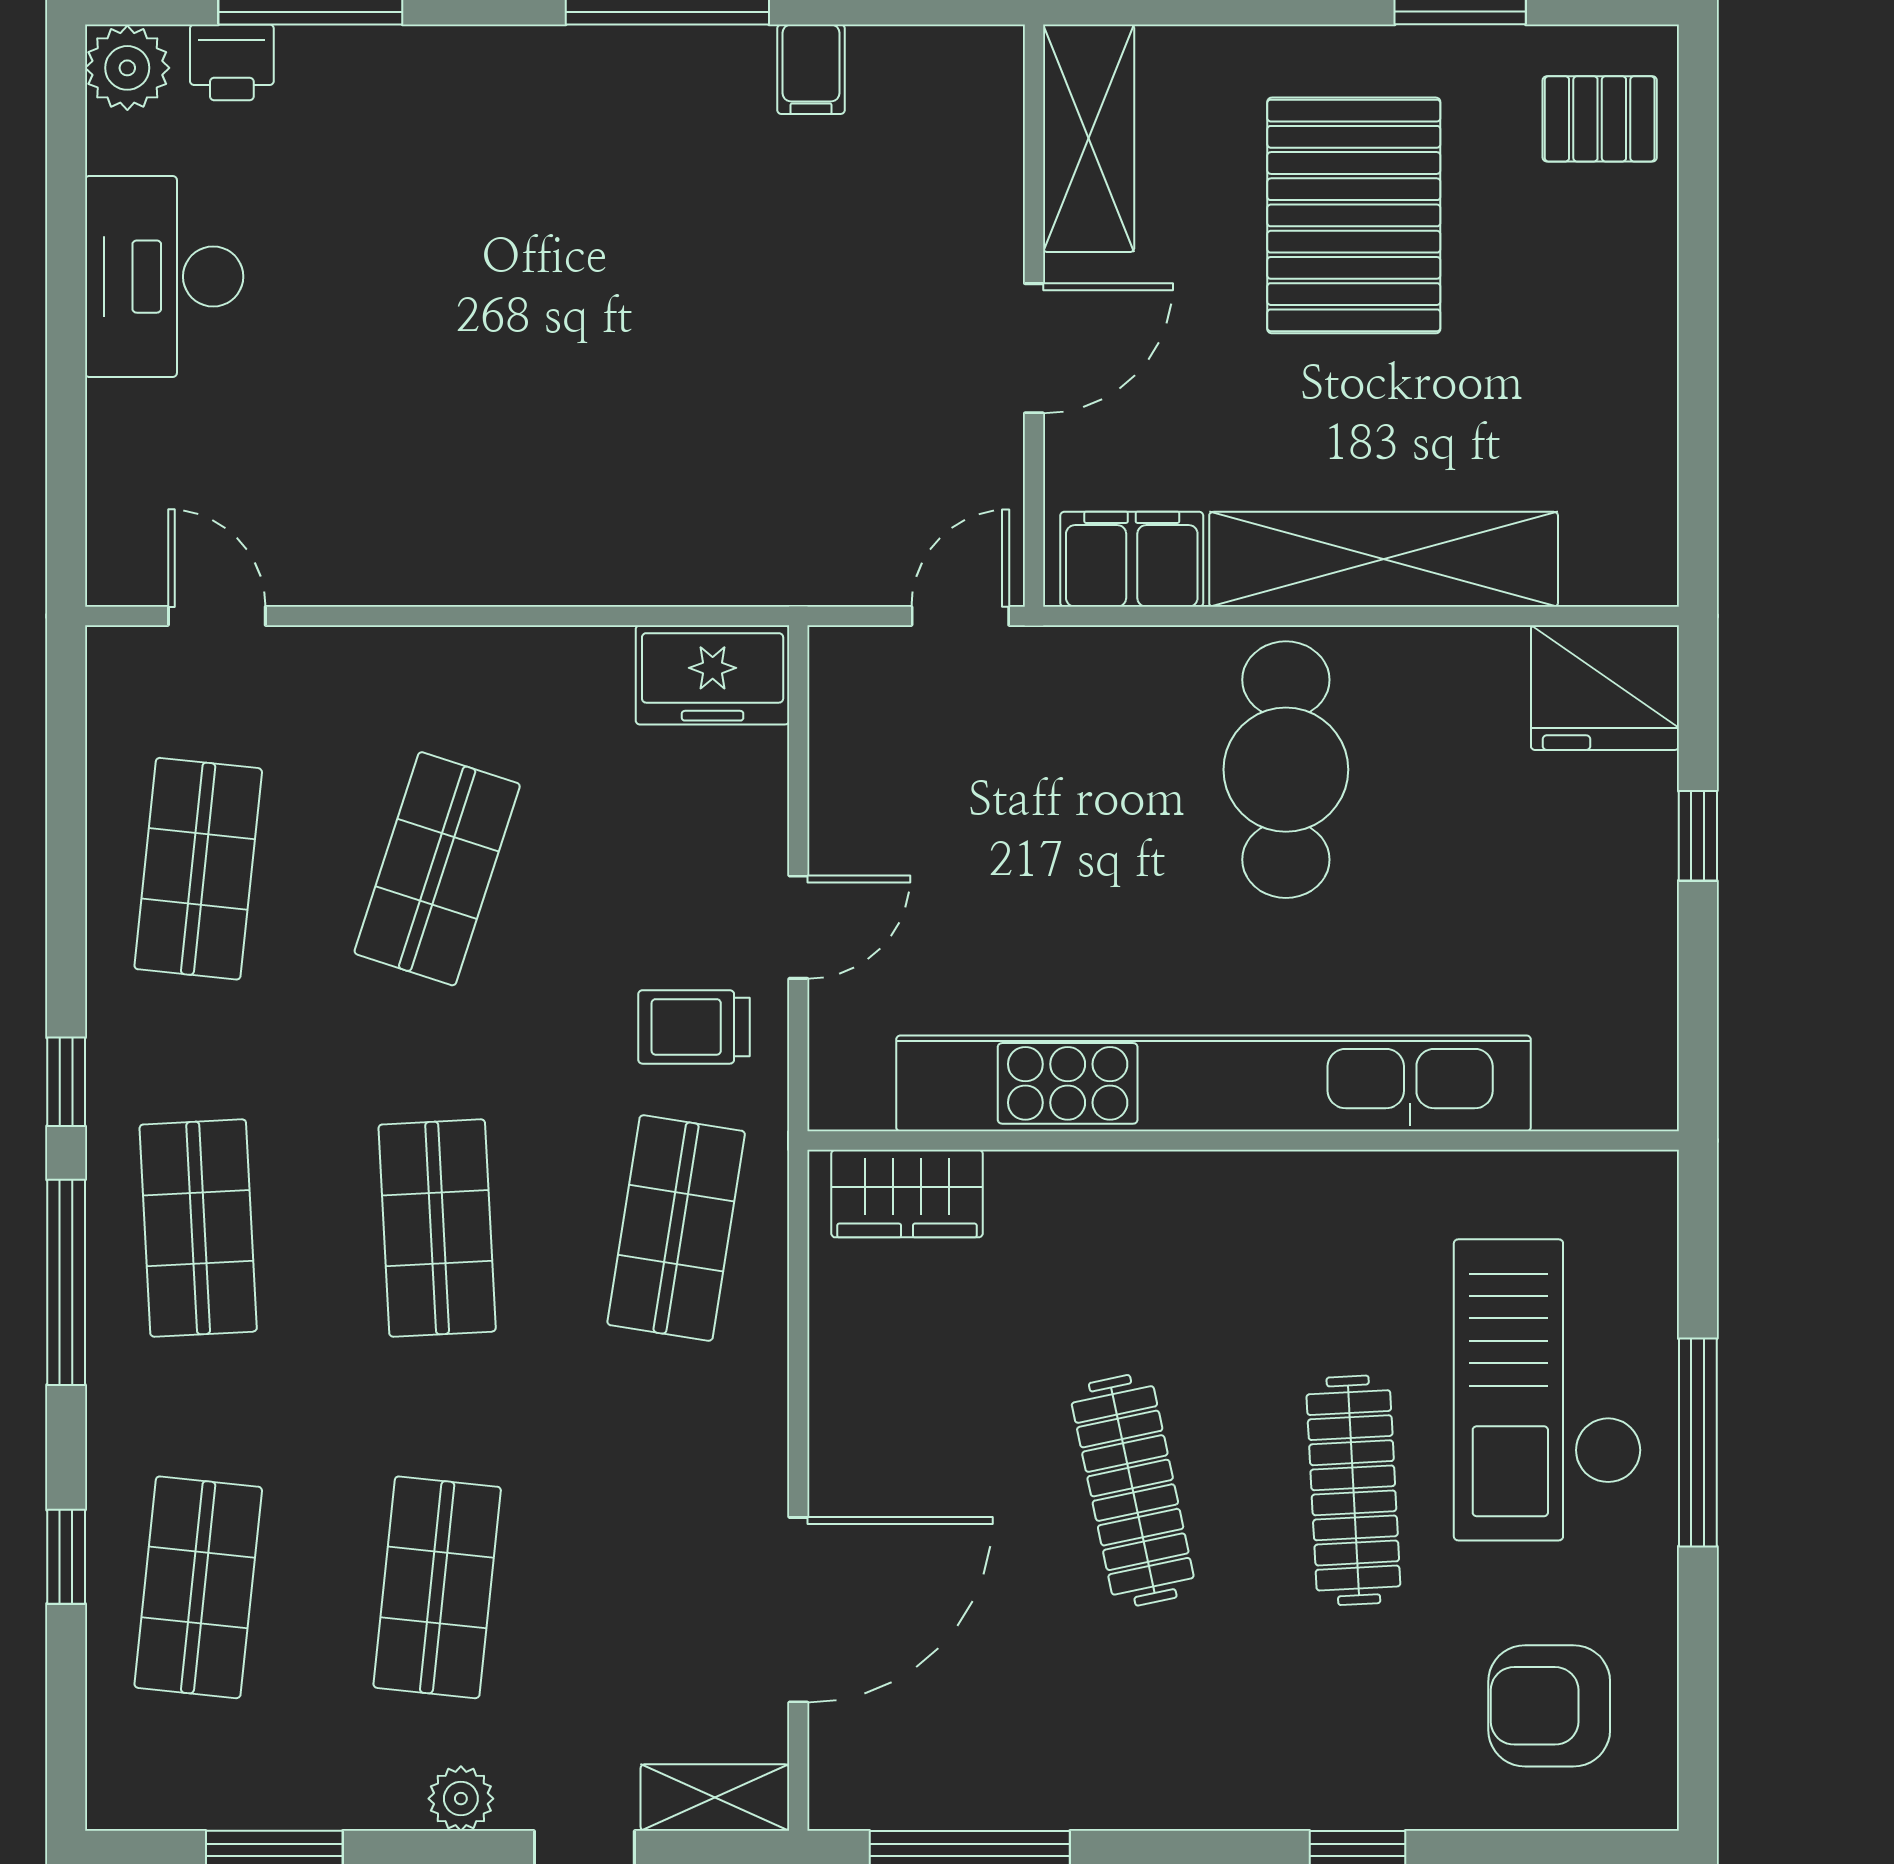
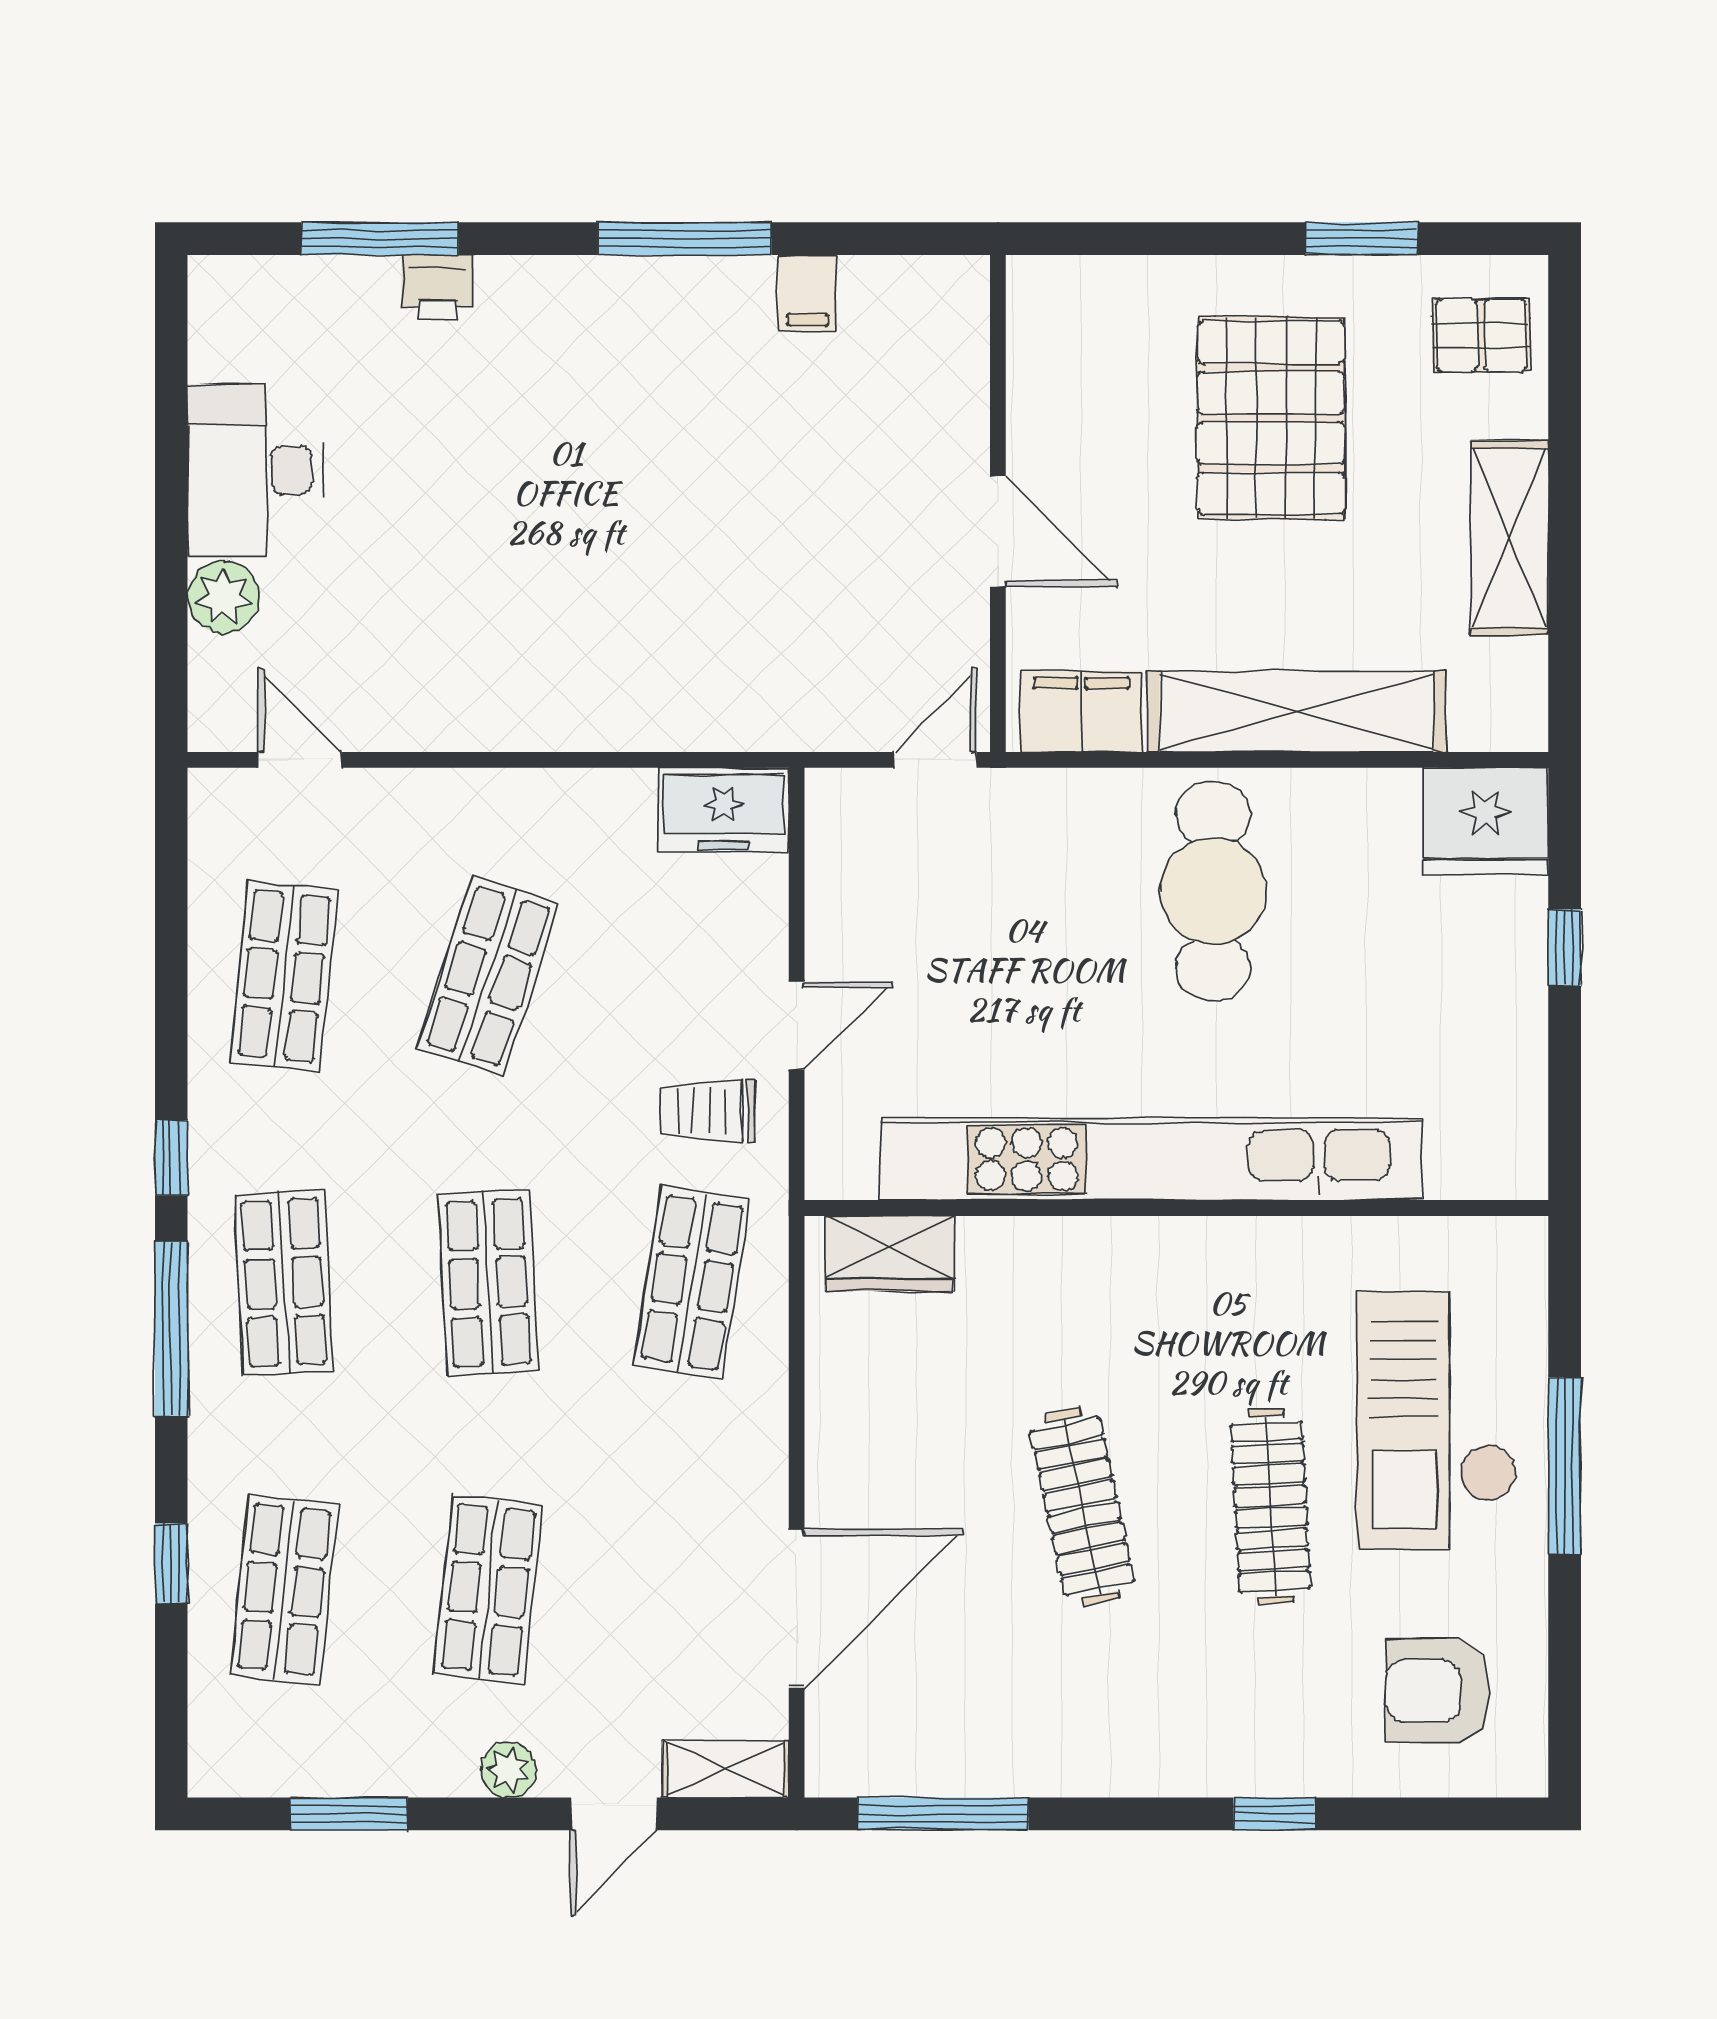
printer: (232, 62) -> (437, 287), moved
plant: (127, 68) -> (224, 597), moved
shelving: (1089, 138) -> (1510, 538), moved
door: (1034, 348) -> (998, 531), hinge flipped

